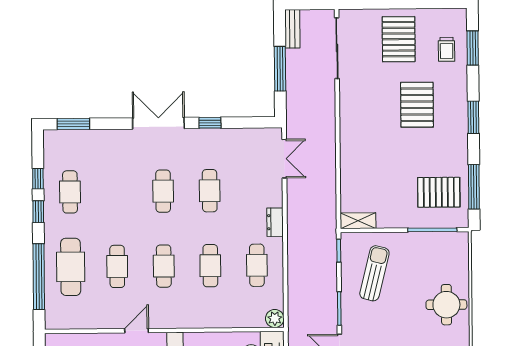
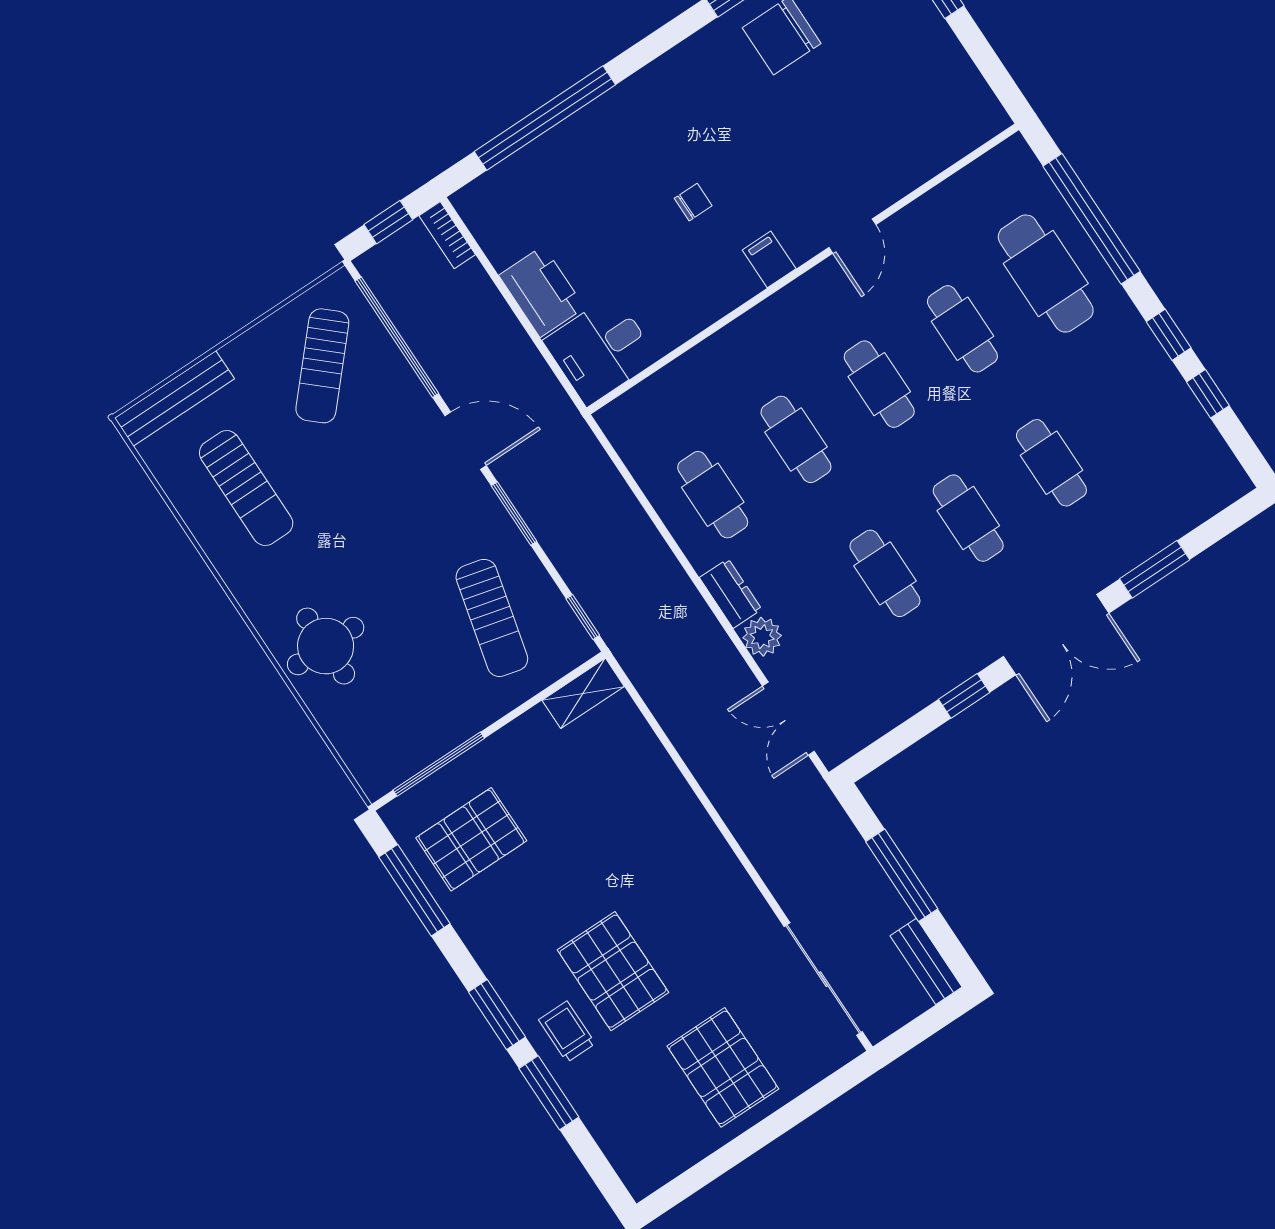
window: (473, 48) -> (549, 1093), moved
trolley: (447, 49) -> (567, 1032), moved
window: (73, 124) -> (1155, 569), moved
cafe table: (70, 192) -> (1051, 463), moved
plant: (275, 319) -> (762, 637), moved

